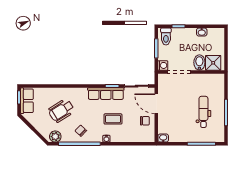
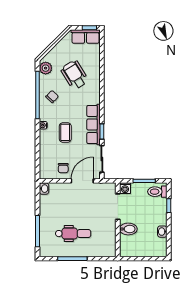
shower: (213, 63) -> (128, 244), removed

